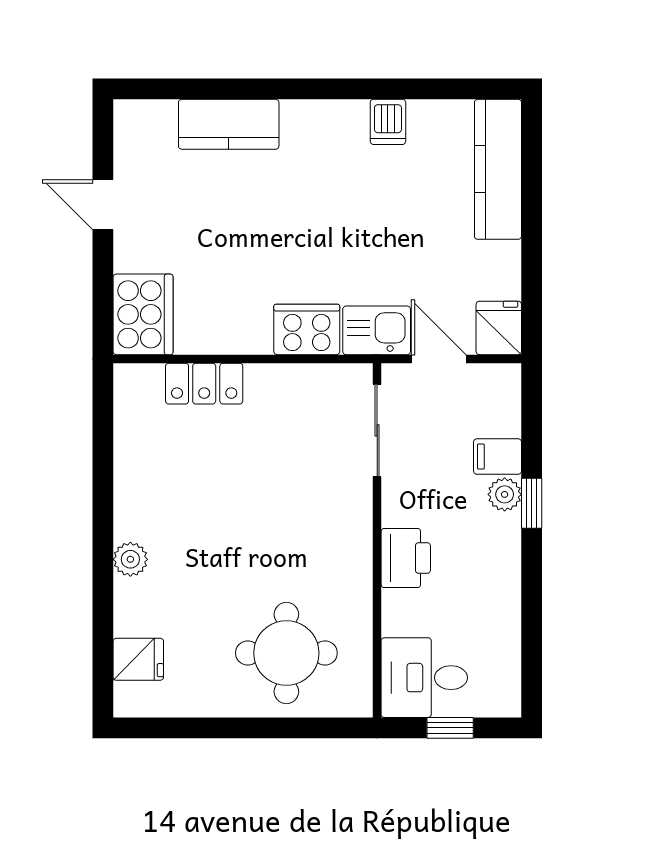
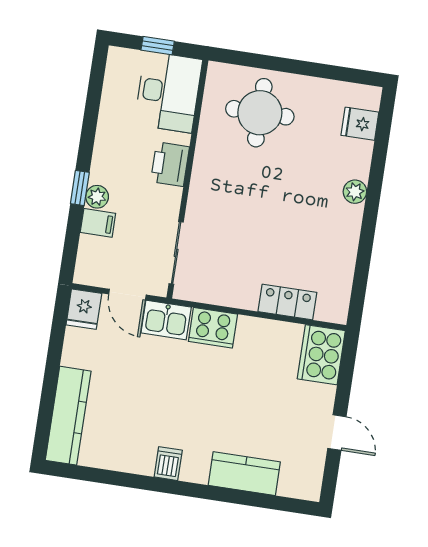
dishwasher: (388, 122) -> (168, 464), moved
desk: (424, 678) -> (168, 92), width x1.37

